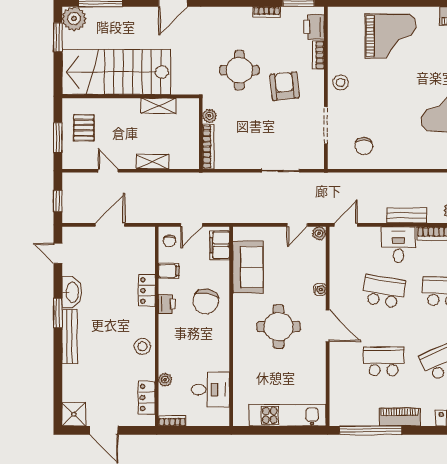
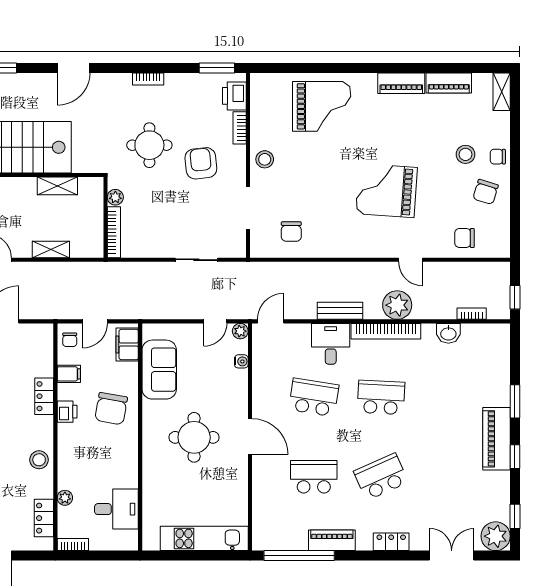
bookcase: (266, 12) -> (148, 79), moved
water cooler: (320, 289) -> (241, 361), moved

